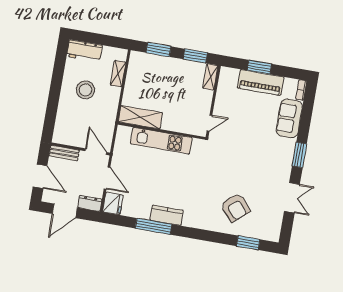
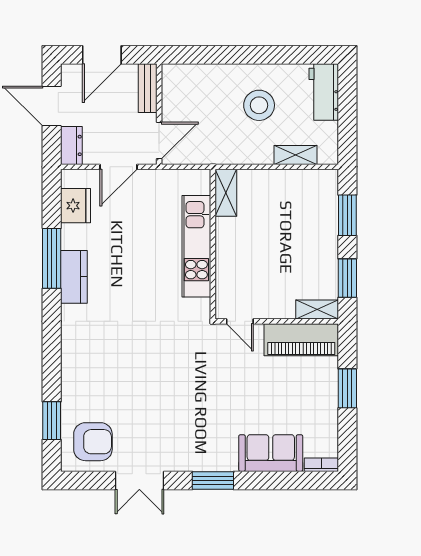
piano: (261, 82) -> (301, 340), moved, turned -90
shelving: (140, 117) -> (226, 193), width x0.67, depth x0.75
fridge: (113, 203) -> (75, 206), moved, turned -90
armchair: (235, 208) -> (93, 442), moved, turned -139

